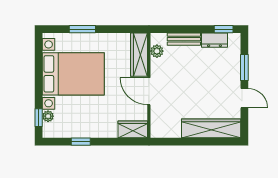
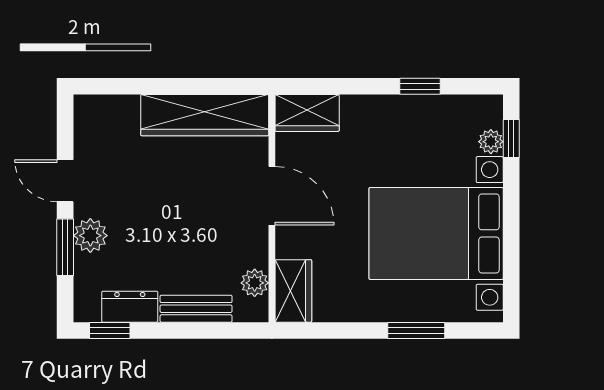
wardrobe: (139, 55) -> (293, 291), width x0.67
plant: (233, 73) -> (90, 236), added
wardrobe: (211, 128) -> (205, 115), moved

